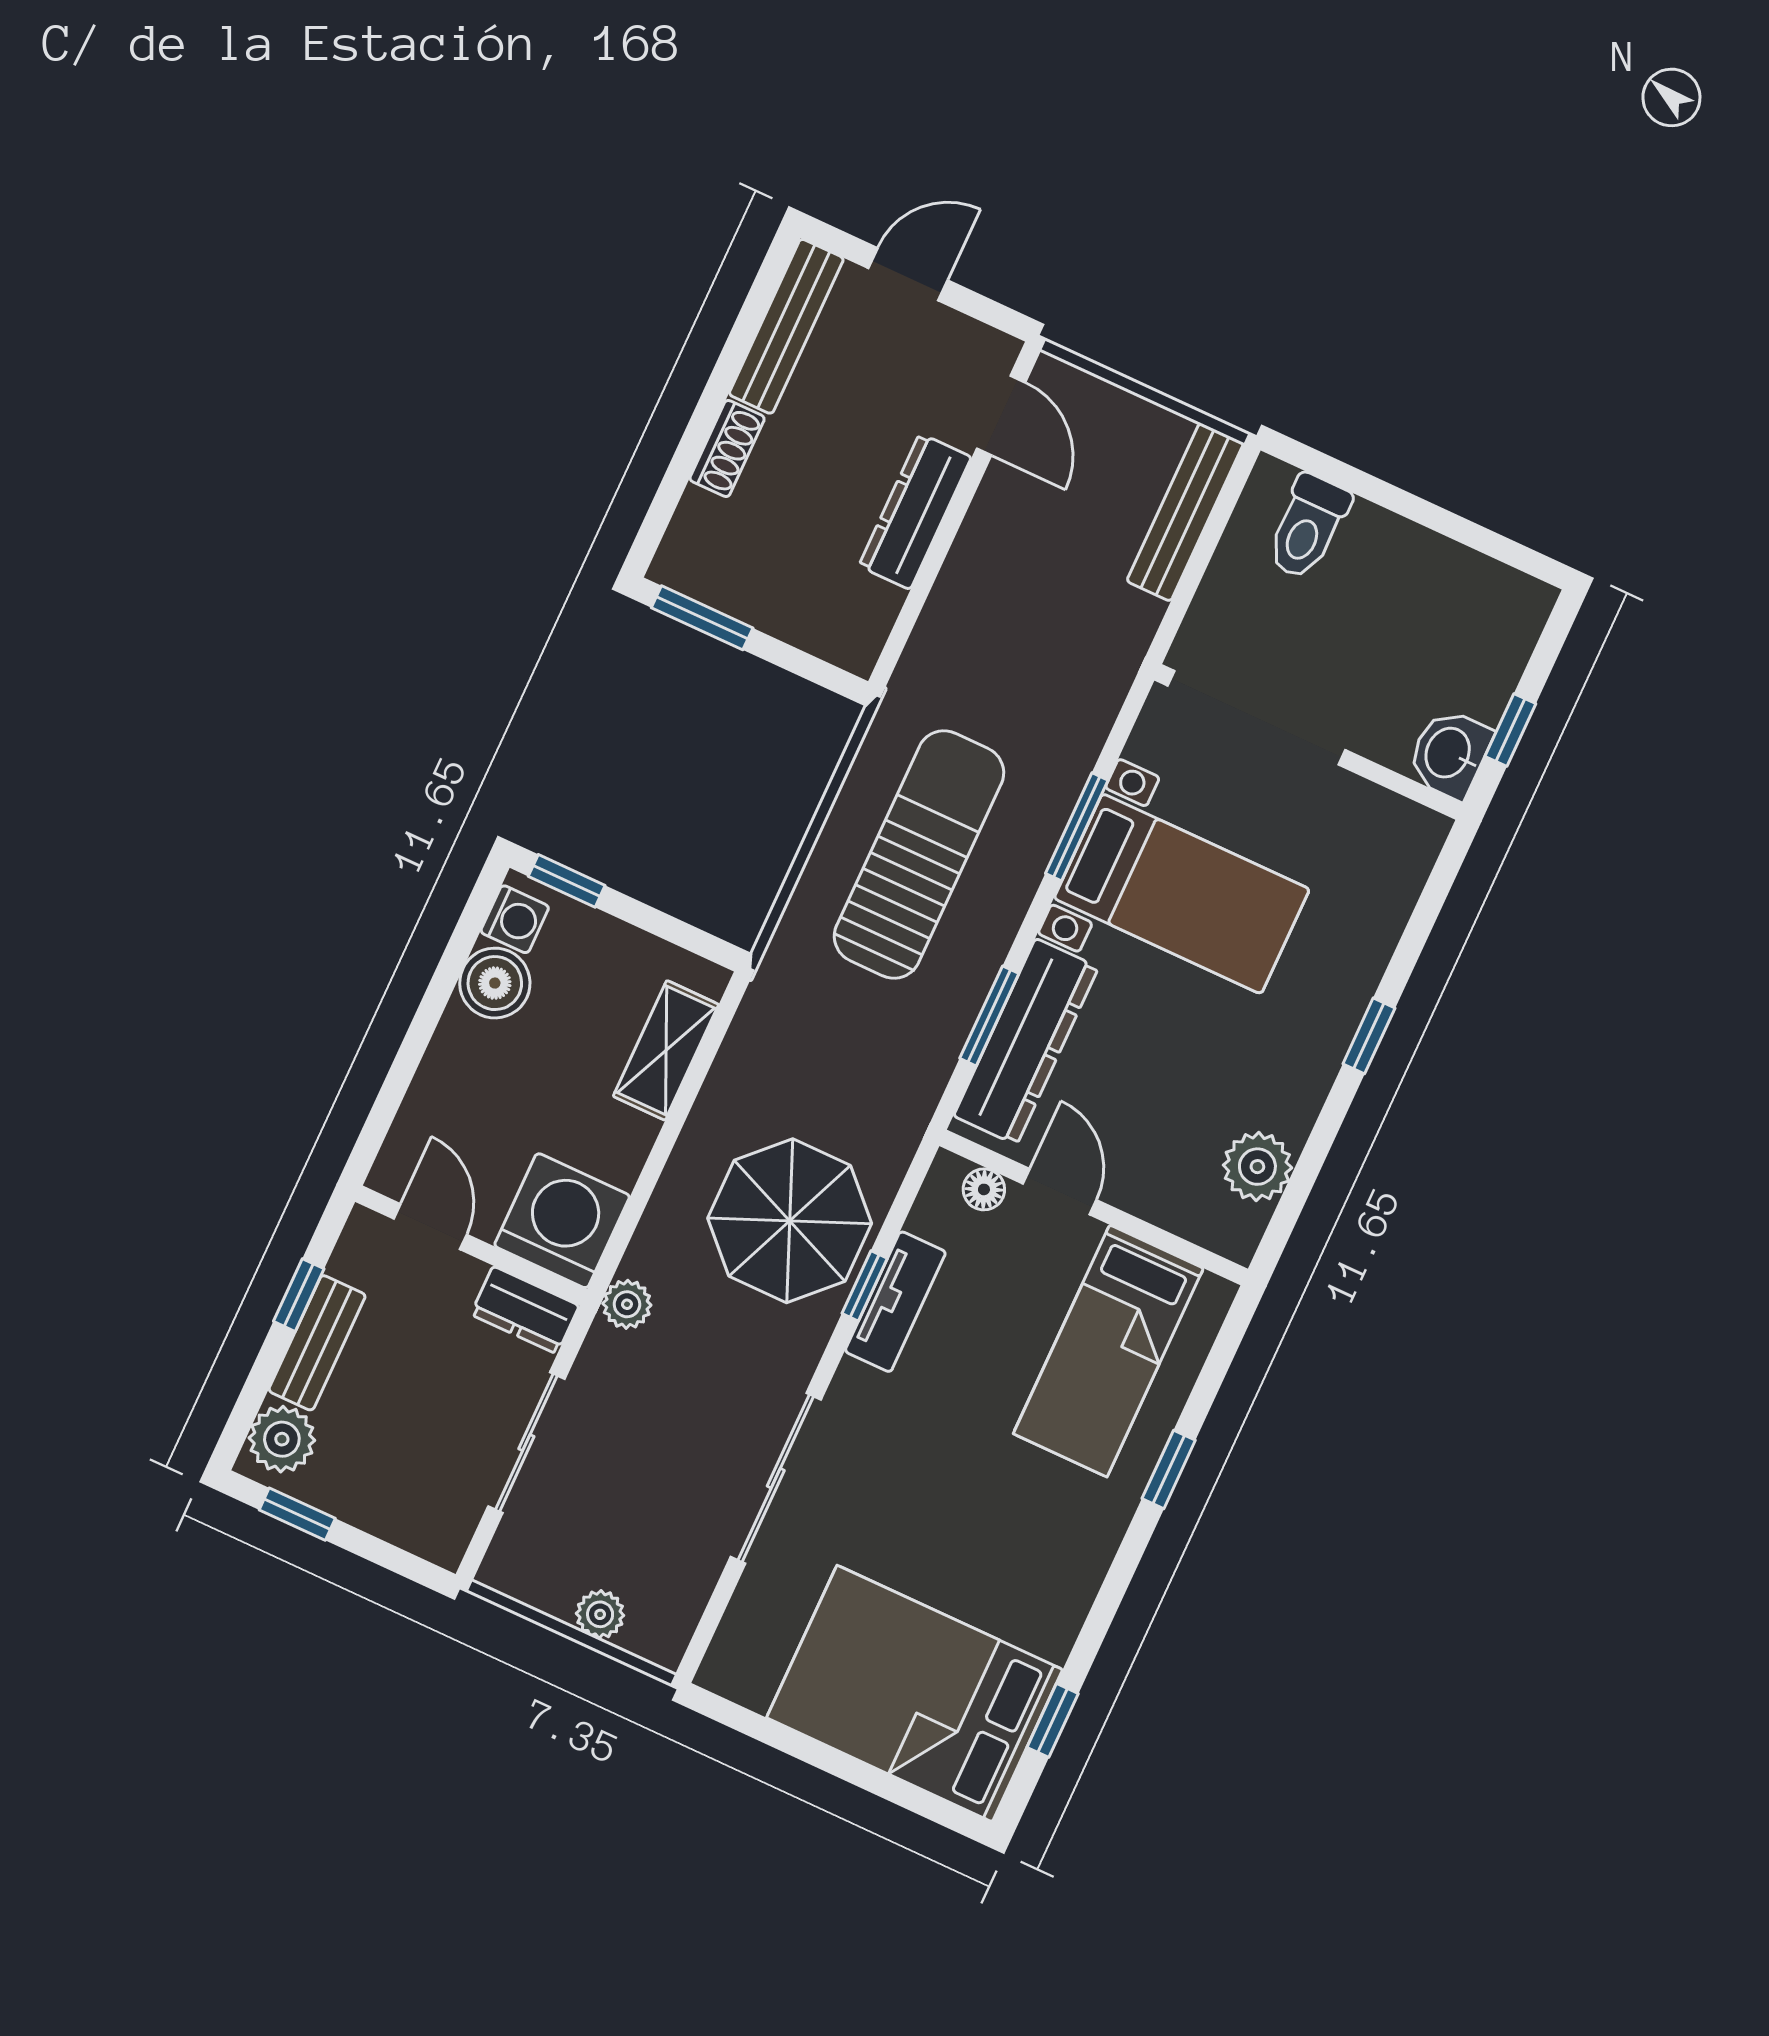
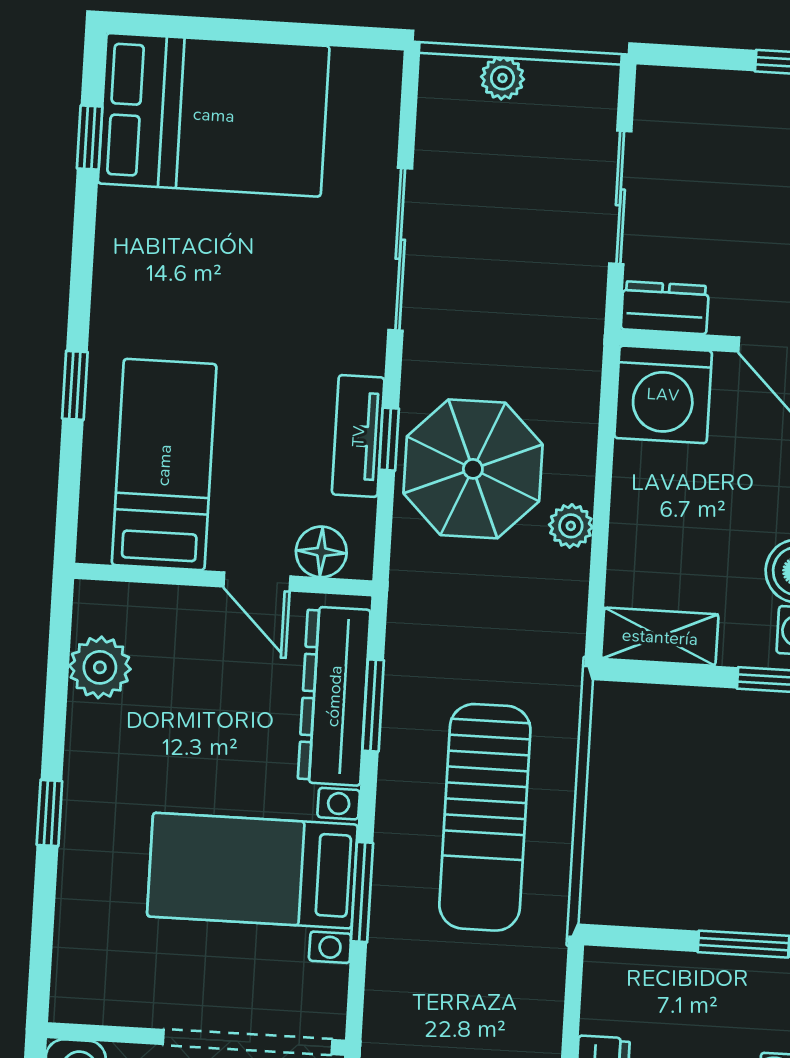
shelving: (666, 1050) -> (660, 637), moved, turned 90
floor lamp: (984, 1189) -> (321, 552), width x1.37, depth x1.37
plant: (627, 1304) -> (571, 526), moved

